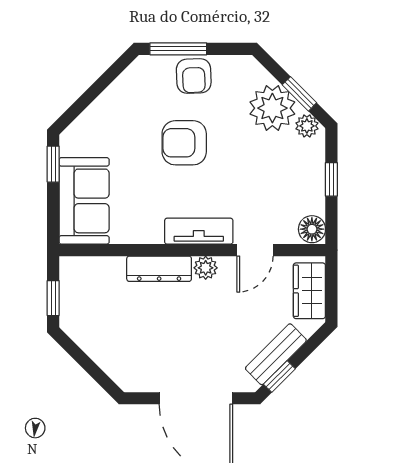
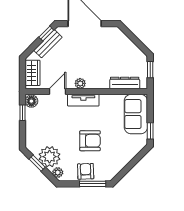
plant: (307, 126) -> (58, 172), moved
window: (331, 179) -> (22, 113), moved
dresser: (159, 269) -> (125, 83), moved

